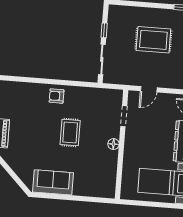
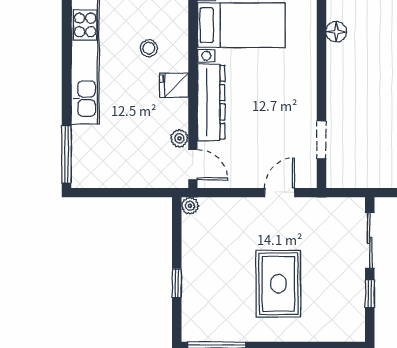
rug: (153, 40) -> (278, 284), turned 90
floor lamp: (113, 144) -> (336, 32), moved

